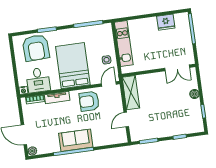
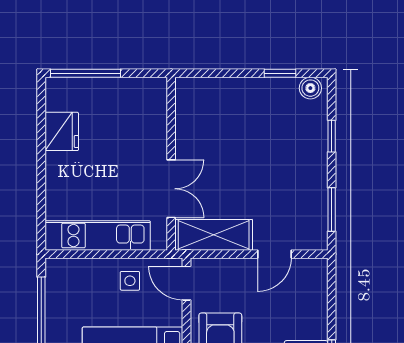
double door: (177, 68) -> (171, 189), moved
boiler: (195, 94) -> (310, 88), moved
door: (126, 120) -> (274, 254), hinge flipped

